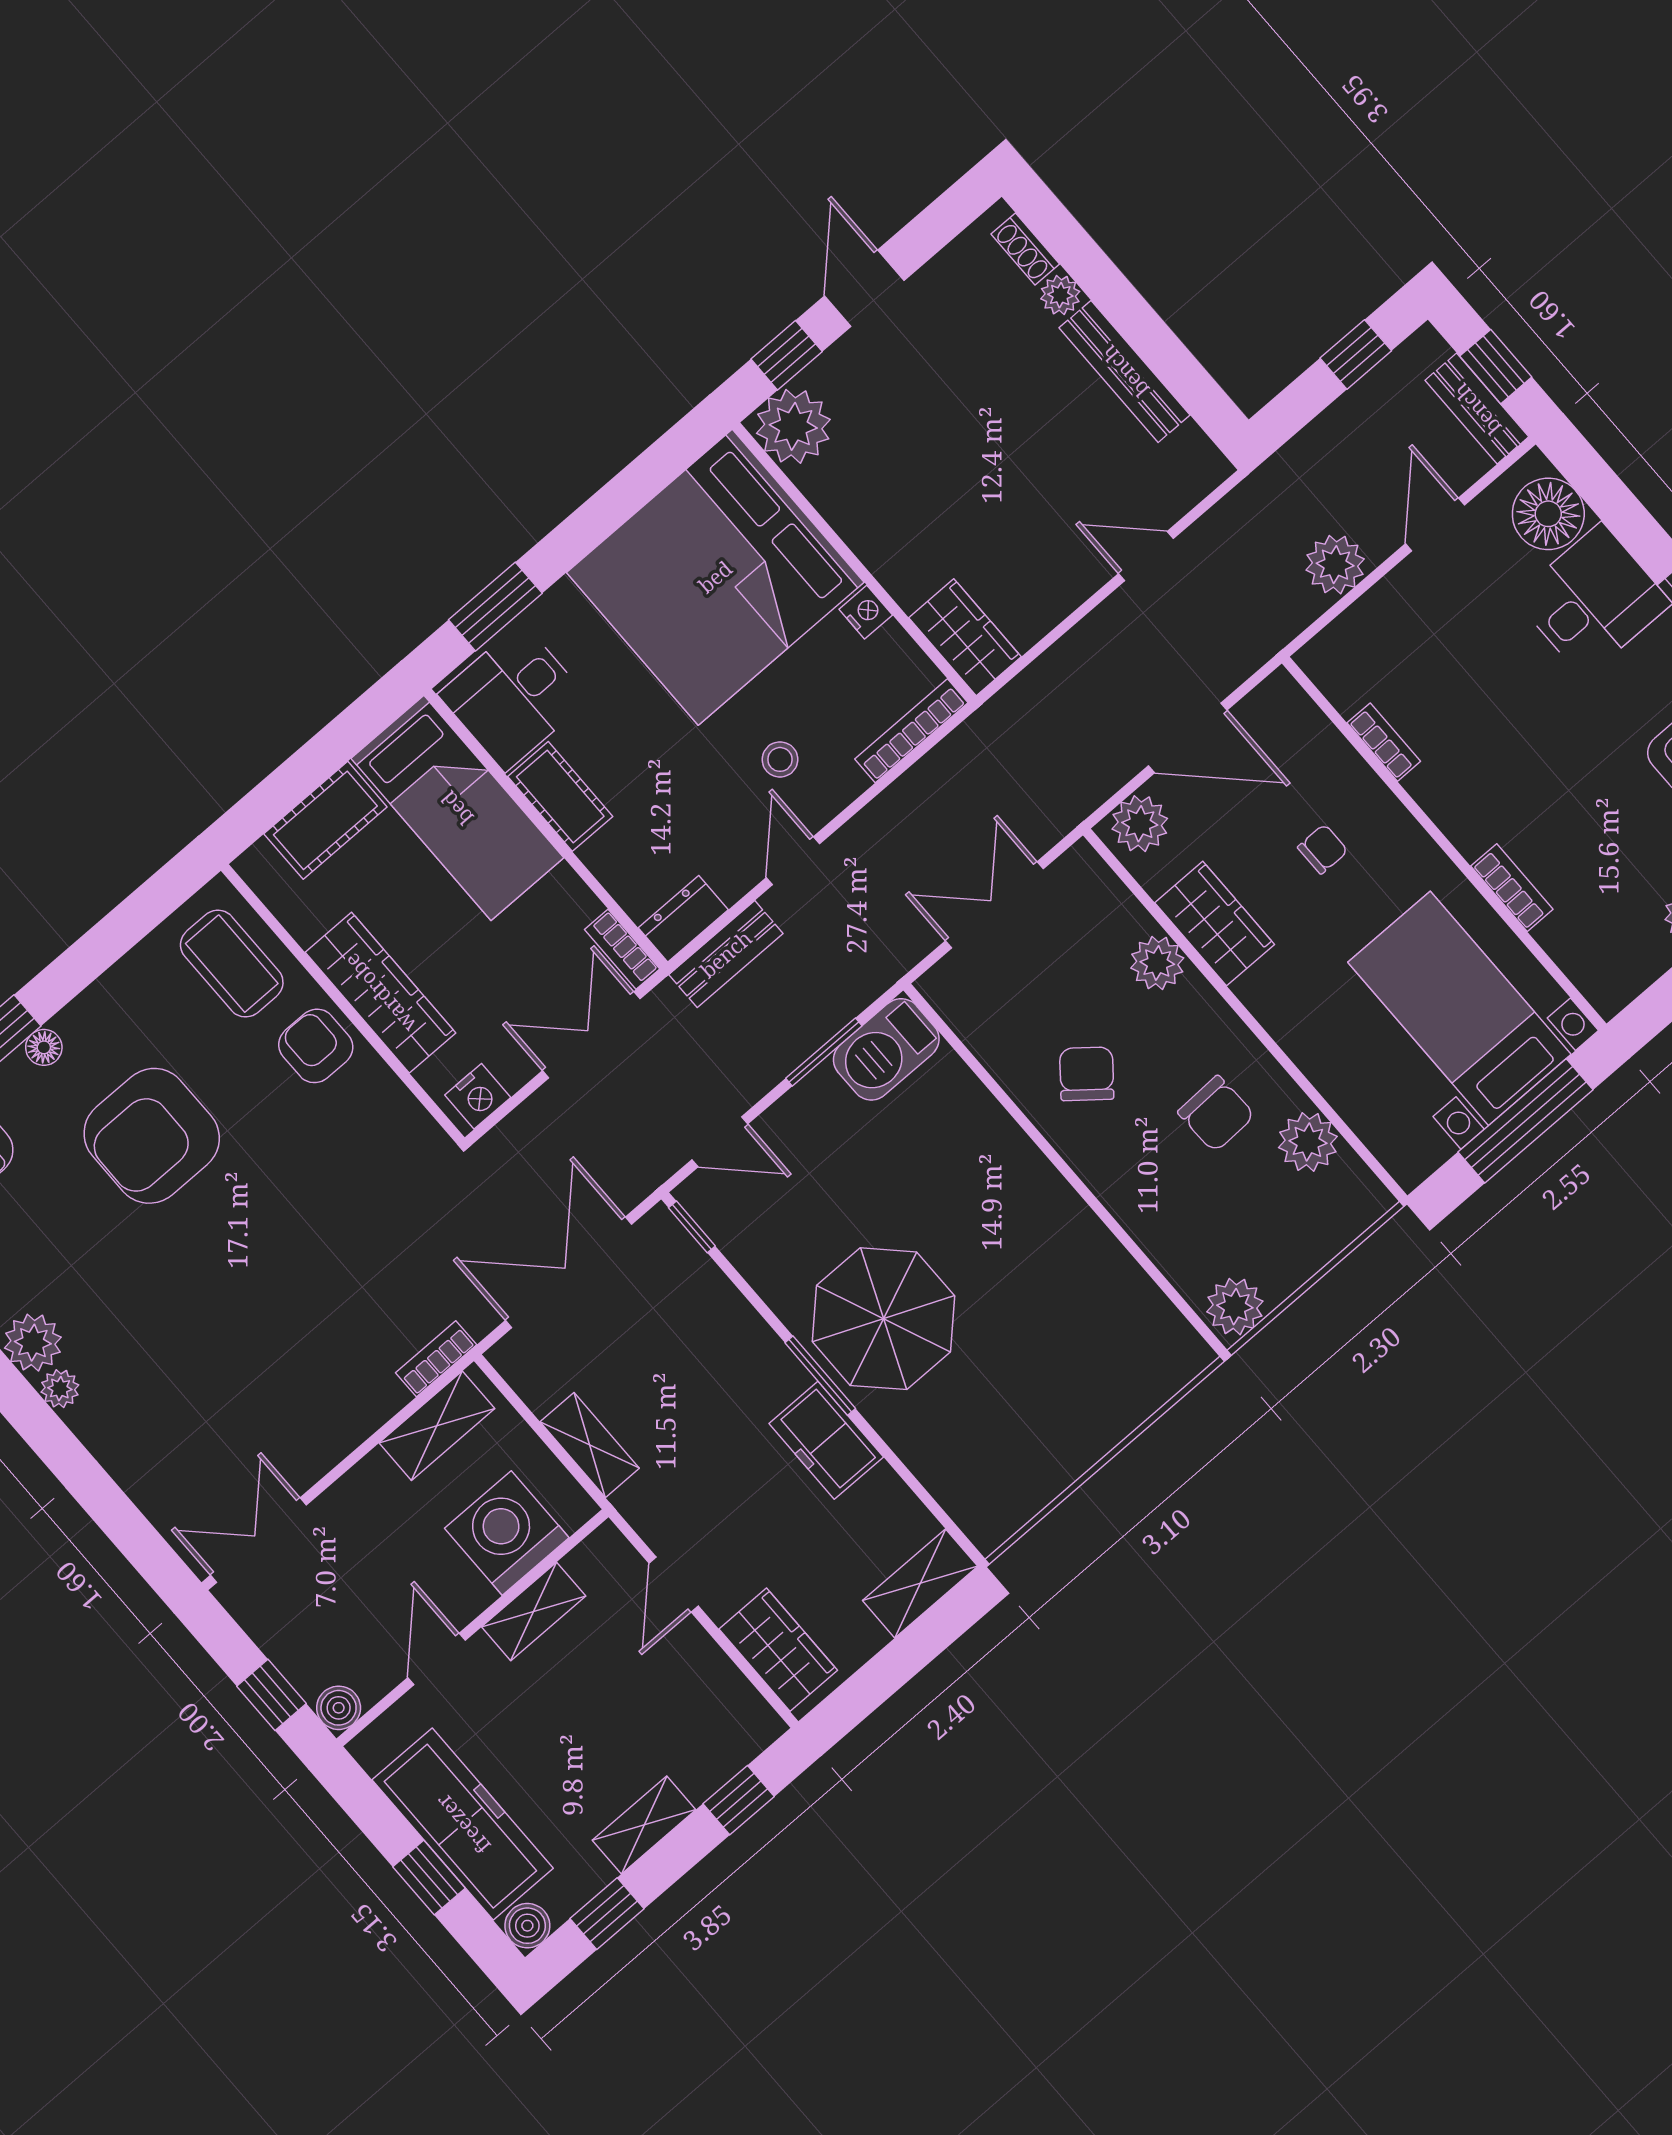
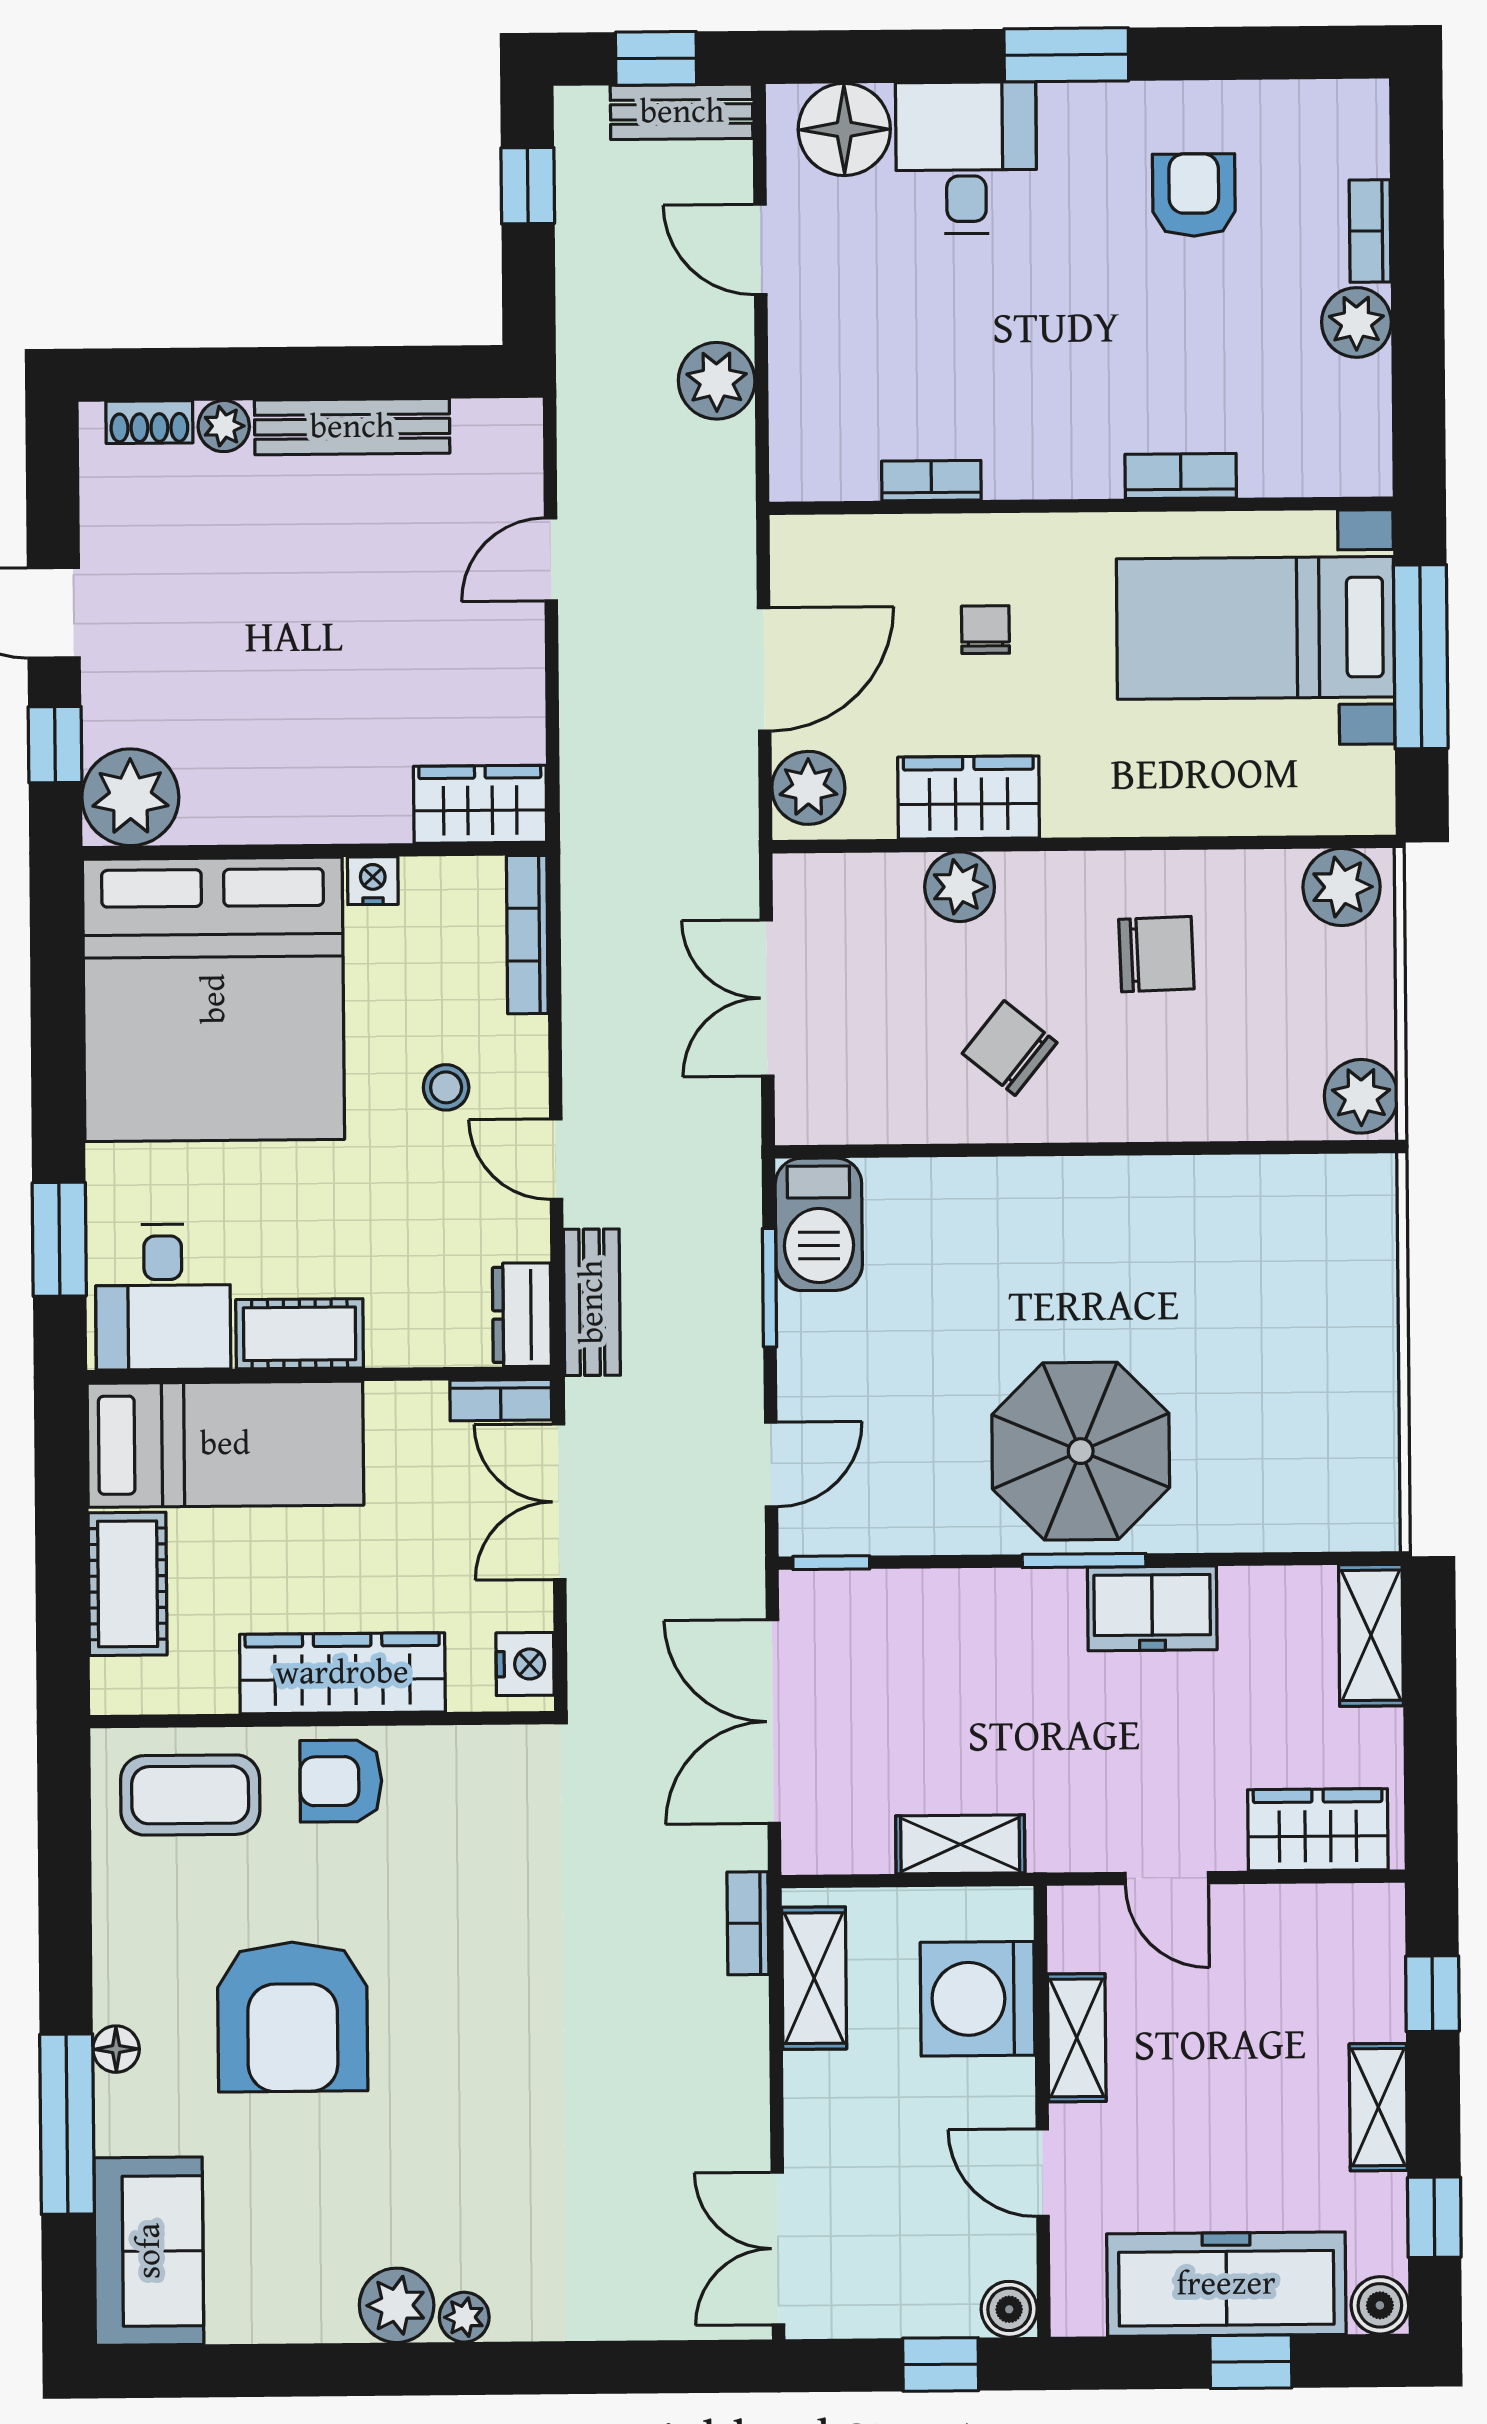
plant: (1308, 1142) -> (1342, 887), moved

